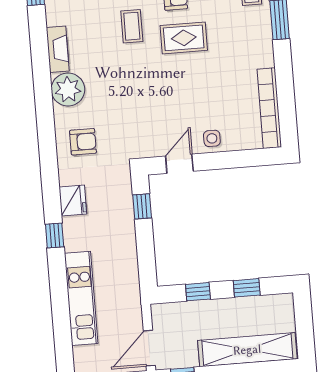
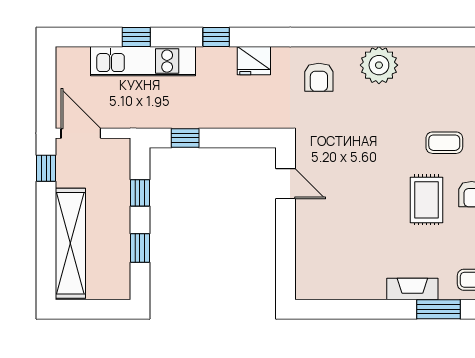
fireplace: (58, 49) -> (412, 289), moved, turned 180
bookcase: (269, 108) -> (340, 290), removed
side table: (212, 138) -> (311, 222), removed
window: (142, 206) -> (185, 138), moved
window: (60, 306) -> (136, 37), added

